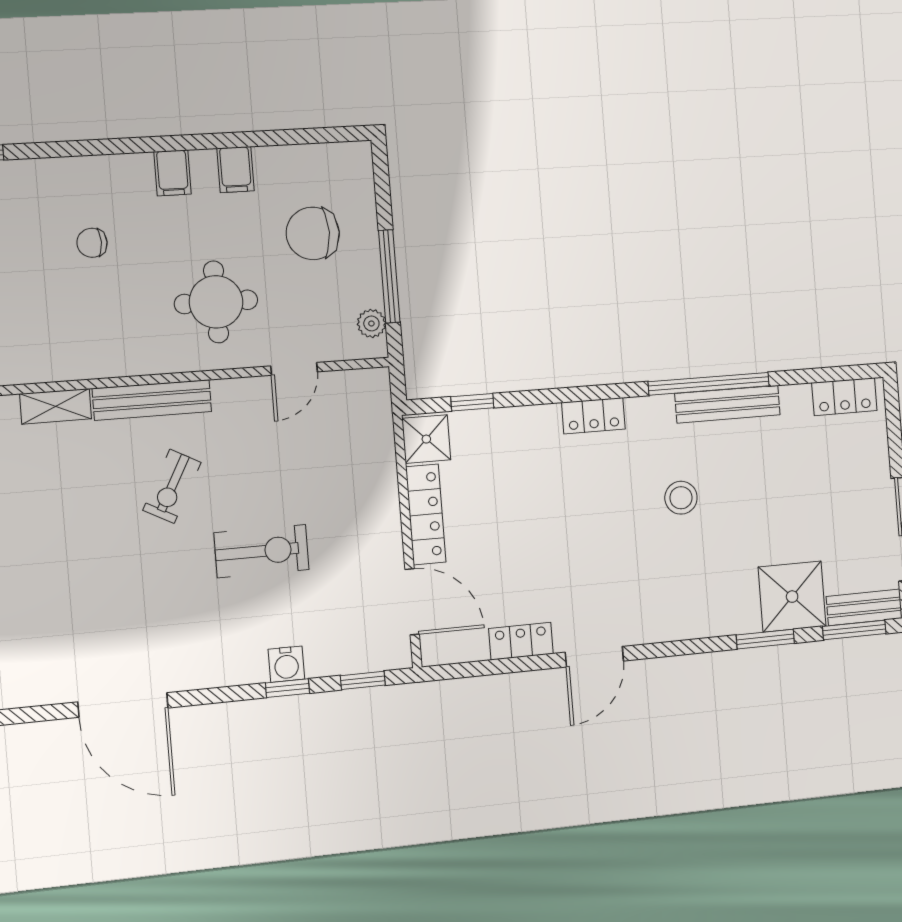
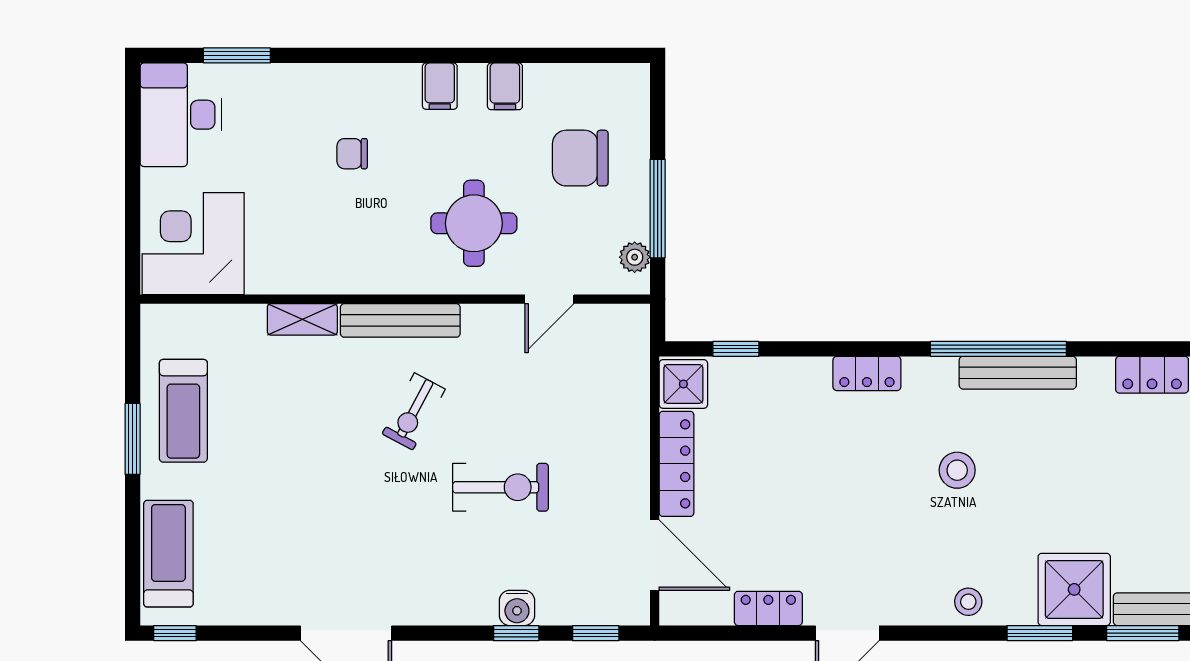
stool: (700, 617) -> (968, 602), added

